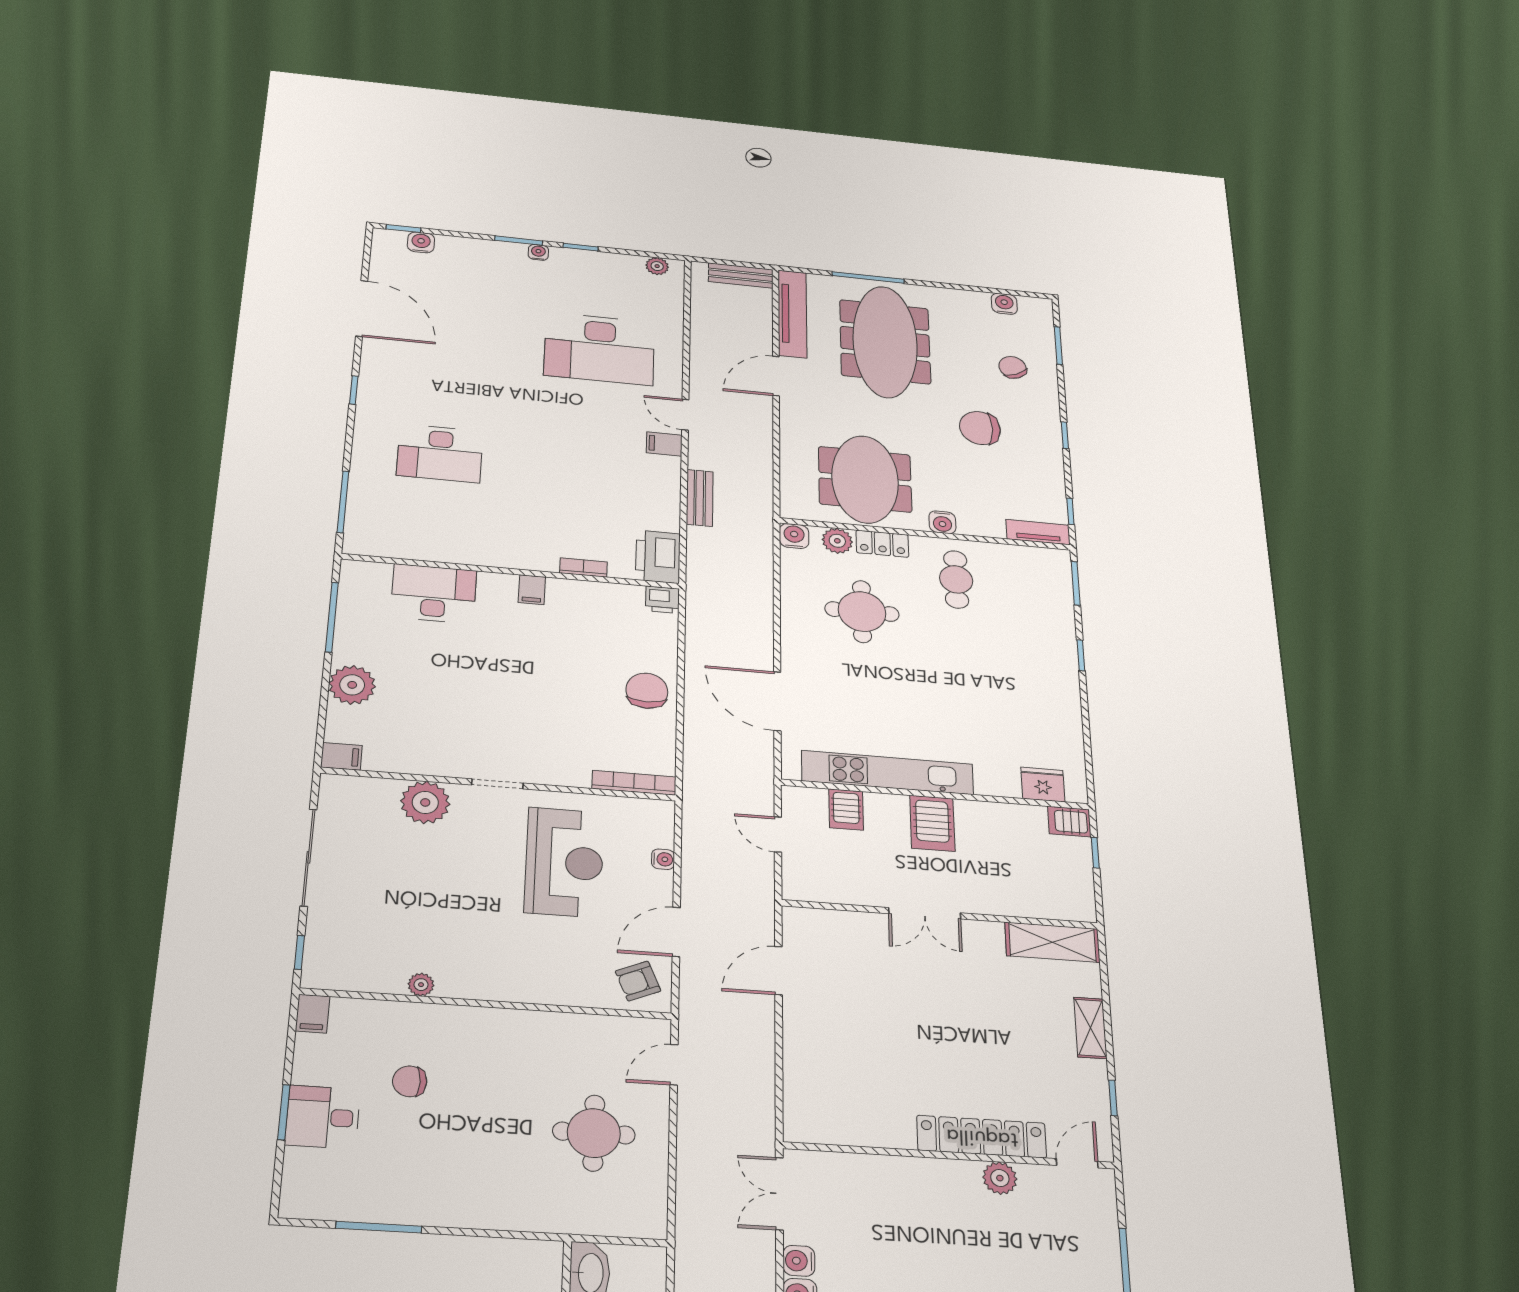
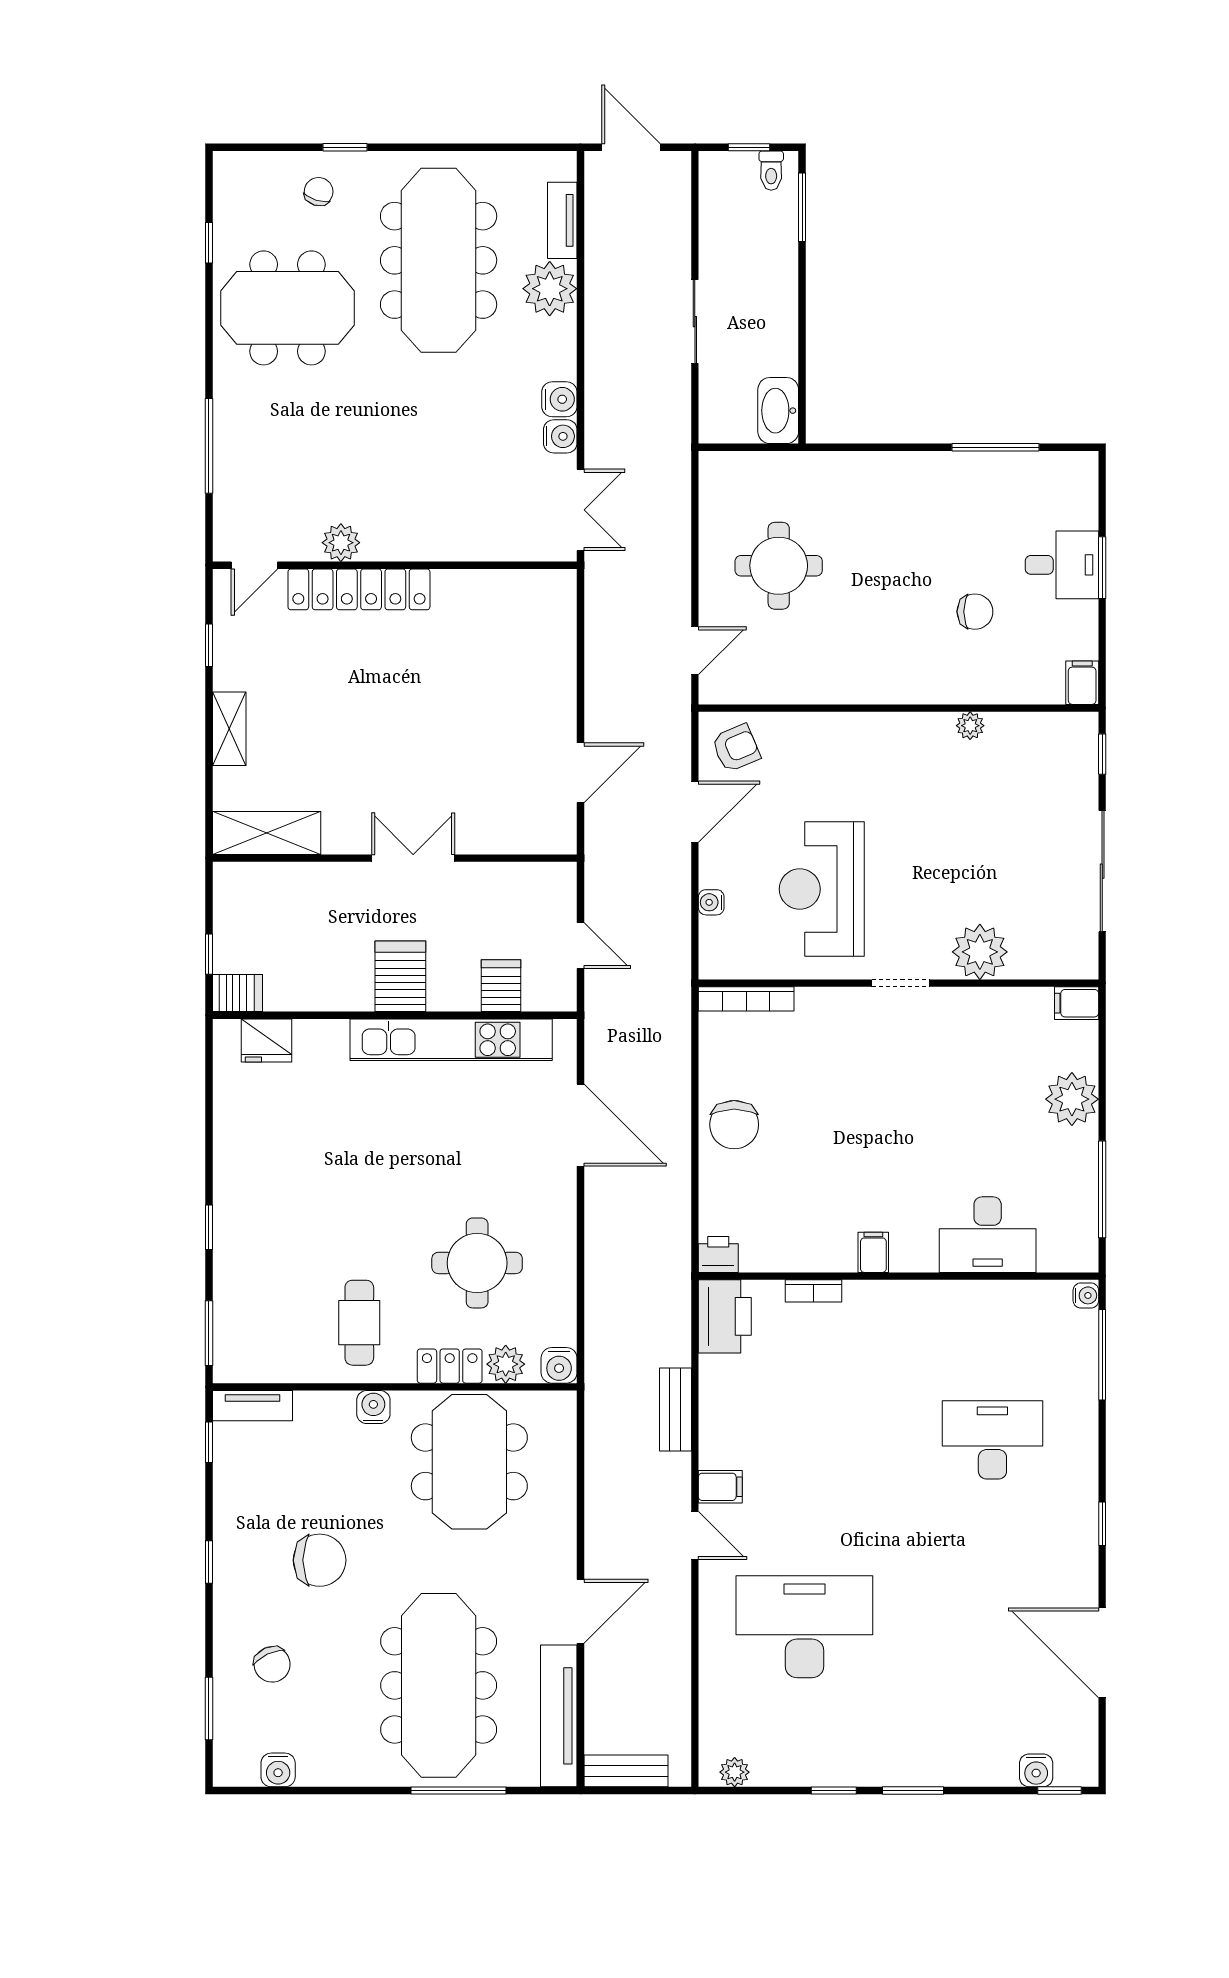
water cooler: (538, 252) -> (1086, 1295), moved, turned -90

